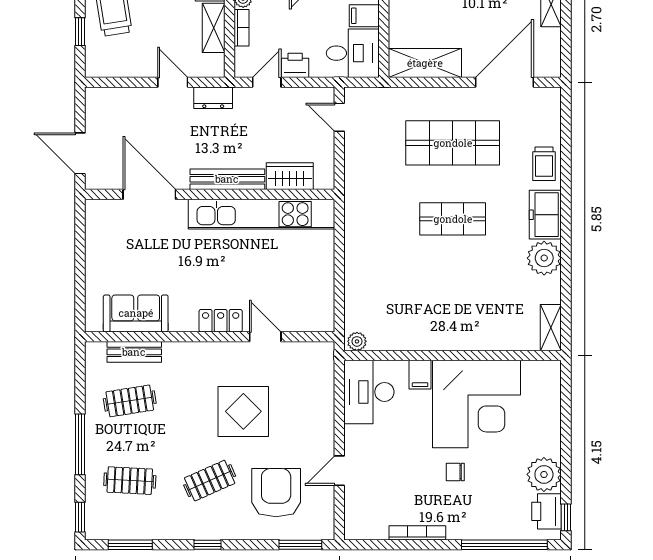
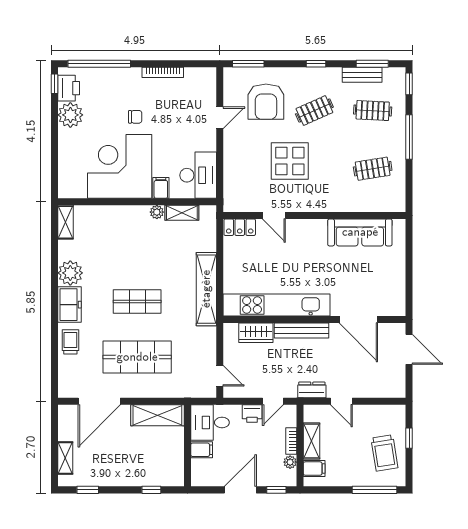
shelving: (358, 236) -> (206, 289), added
sofa: (136, 313) -> (360, 232), width x1.36
locker: (221, 321) -> (240, 227), moved
shelving: (391, 340) -> (182, 213), added
plant: (357, 341) -> (157, 212), moved
bench: (134, 352) -> (362, 75), moved

